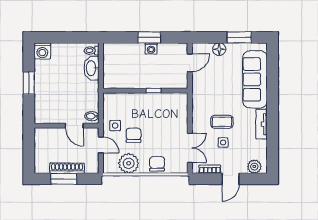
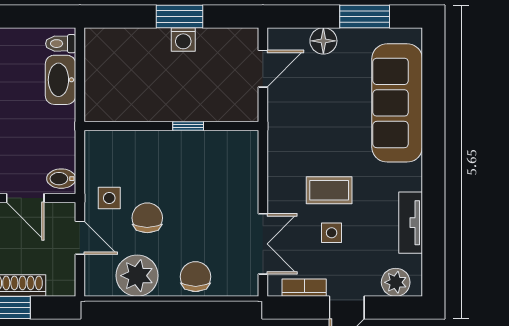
tv unit: (262, 124) -> (411, 223), moved

